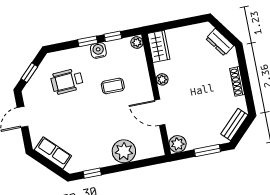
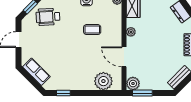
wheelchair: (67, 81) -> (48, 17), moved
plant: (124, 151) -> (103, 81), moved
window: (207, 151) -> (142, 93), moved

